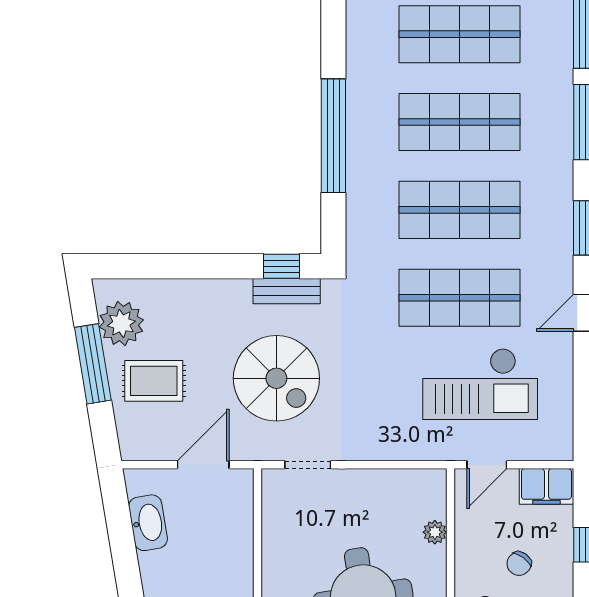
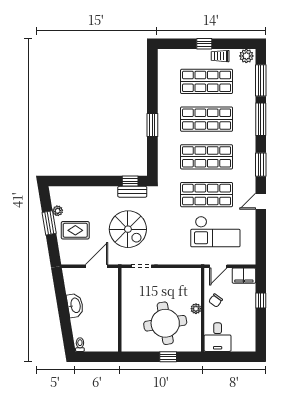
window: (333, 136) -> (152, 125), width x0.47
plant: (121, 323) -> (58, 211), width x0.53, depth x0.53
window: (93, 364) -> (49, 223), width x0.69
washbasin: (148, 523) -> (75, 305), moved
plant: (435, 532) -> (196, 309), moved
chair: (519, 564) -> (216, 300), moved

